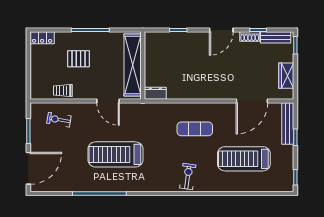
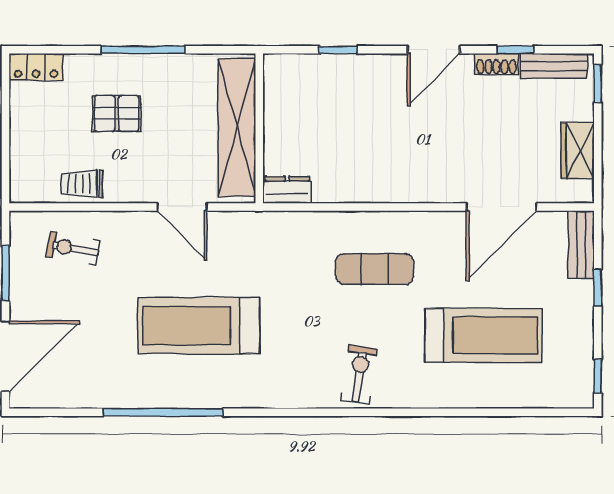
bench: (288, 124) -> (581, 245), width x0.73
treadmill: (244, 159) -> (484, 335), turned 180

